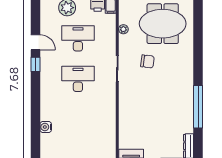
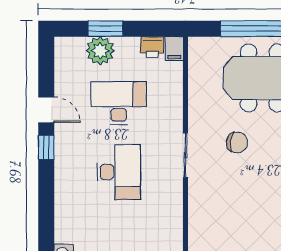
plant: (123, 29) -> (196, 88), removed
desk: (78, 79) -> (119, 172), turned 90

